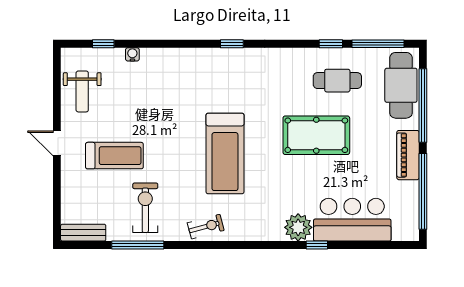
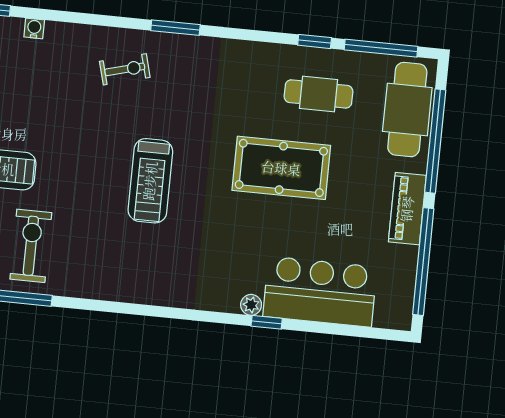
window: (232, 44) -> (175, 28), width x1.50
treadmill: (225, 154) -> (150, 181), width x0.73, depth x0.73
exercise bike: (206, 227) -> (125, 69), moved
plant: (298, 227) -> (251, 305), width x0.53, depth x0.53

